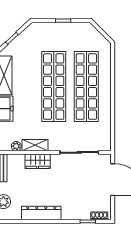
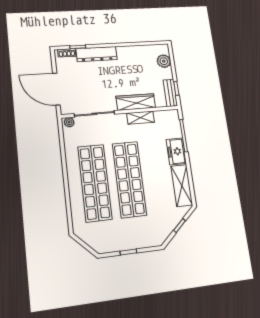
plant: (16, 146) -> (69, 122), moved
wardrobe: (38, 161) -> (136, 102), width x1.50
dresser: (41, 213) -> (97, 54), moved

